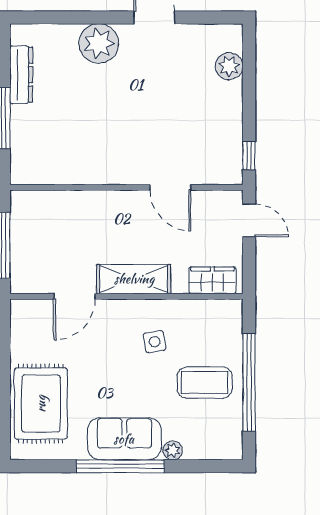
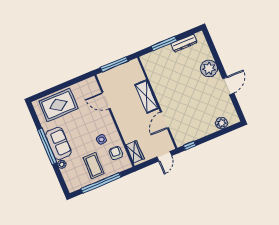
shelving: (134, 279) -> (147, 97), moved
armchair: (198, 323) -> (116, 153), added

